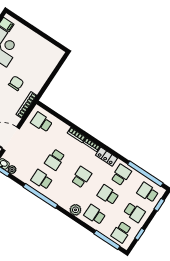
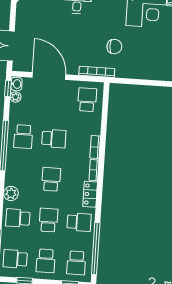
school desk: (55, 160) -> (54, 139), turned 180
school desk: (81, 177) -> (51, 179), turned -90
school desk: (42, 180) -> (23, 136), turned 180
school desk: (148, 192) -> (76, 263), turned 180
school desk: (95, 215) -> (18, 218), turned -90

